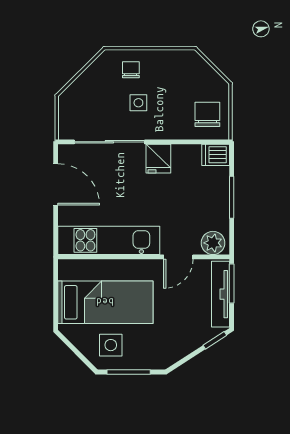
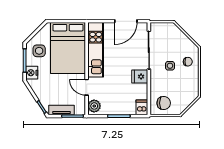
tv unit: (220, 294) -> (61, 110), width x0.71
bed: (105, 302) -> (68, 48), width x1.50
nightstand: (151, 359) -> (32, 73), added

